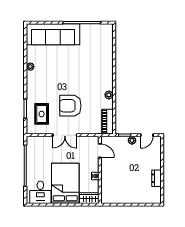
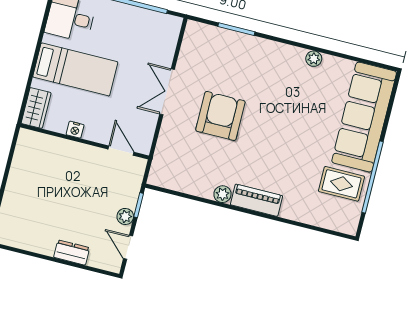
rug: (42, 114) -> (341, 184), moved
piano: (108, 122) -> (257, 200), moved
door: (100, 151) -> (121, 151), swing flipped
dresser: (156, 178) -> (72, 252), moved
bed: (65, 183) -> (75, 69), width x0.67

